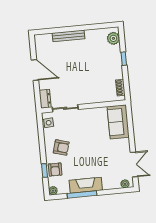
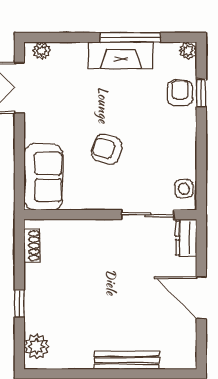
armchair: (61, 147) -> (107, 149), moved

